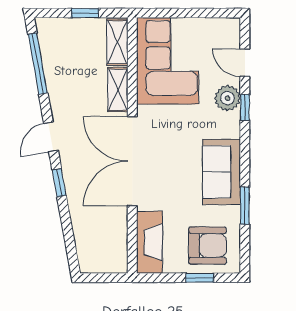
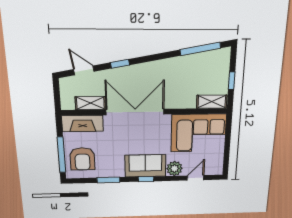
shelving: (118, 90) -> (90, 103), moved
window: (245, 107) -> (146, 179), moved
door: (51, 137) -> (84, 70), moved
sofa: (221, 172) -> (145, 166), moved
window: (200, 278) -> (61, 155), width x2.17

